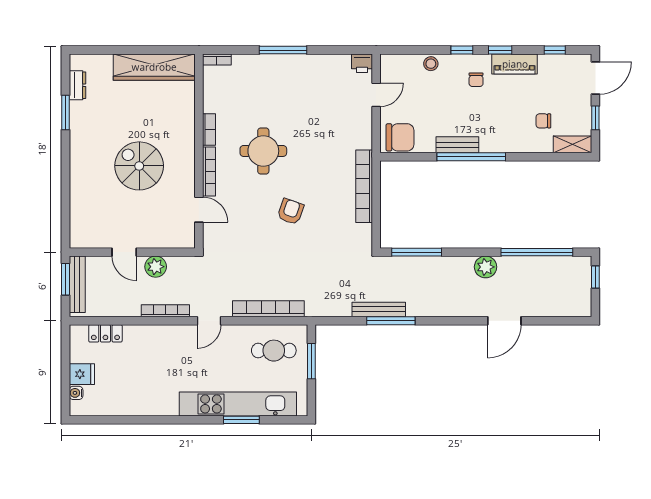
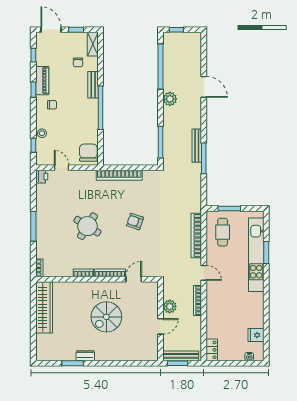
window: (462, 50) -> (33, 145), moved
dresser: (77, 85) -> (85, 356), moved
bench: (457, 145) -> (93, 85), moved
round table: (263, 151) -> (87, 226), moved, turned 32
bench: (379, 309) -> (197, 146), moved
locker: (105, 333) -> (212, 350), moved
fridge: (82, 374) -> (256, 335), moved, turned -90

